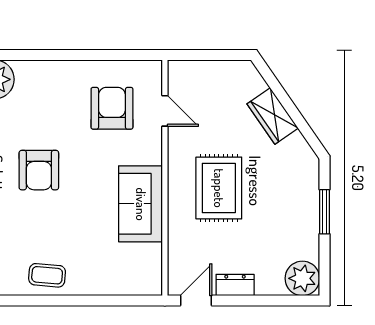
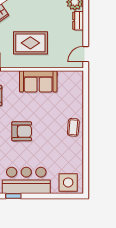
dresser: (235, 285) -> (78, 21), moved
door: (196, 301) -> (86, 54), hinge flipped

